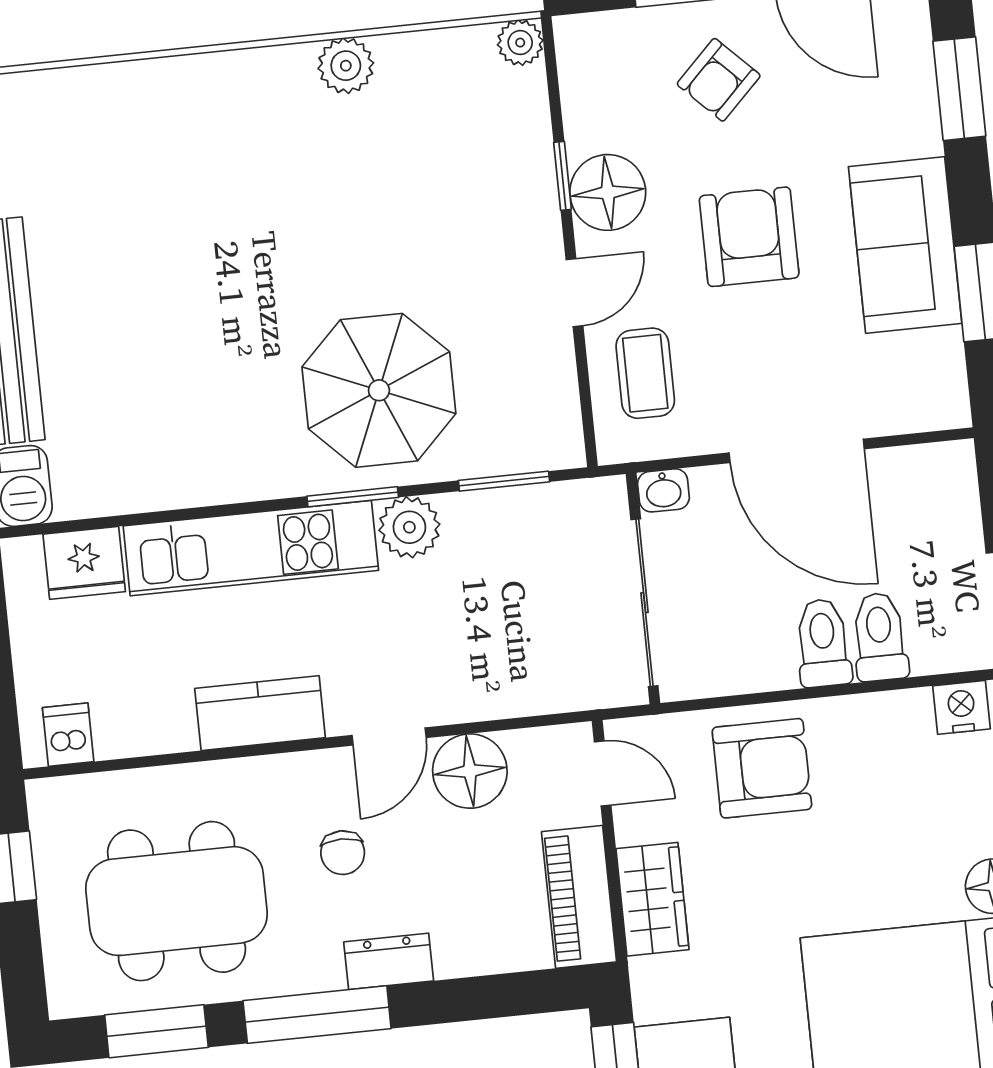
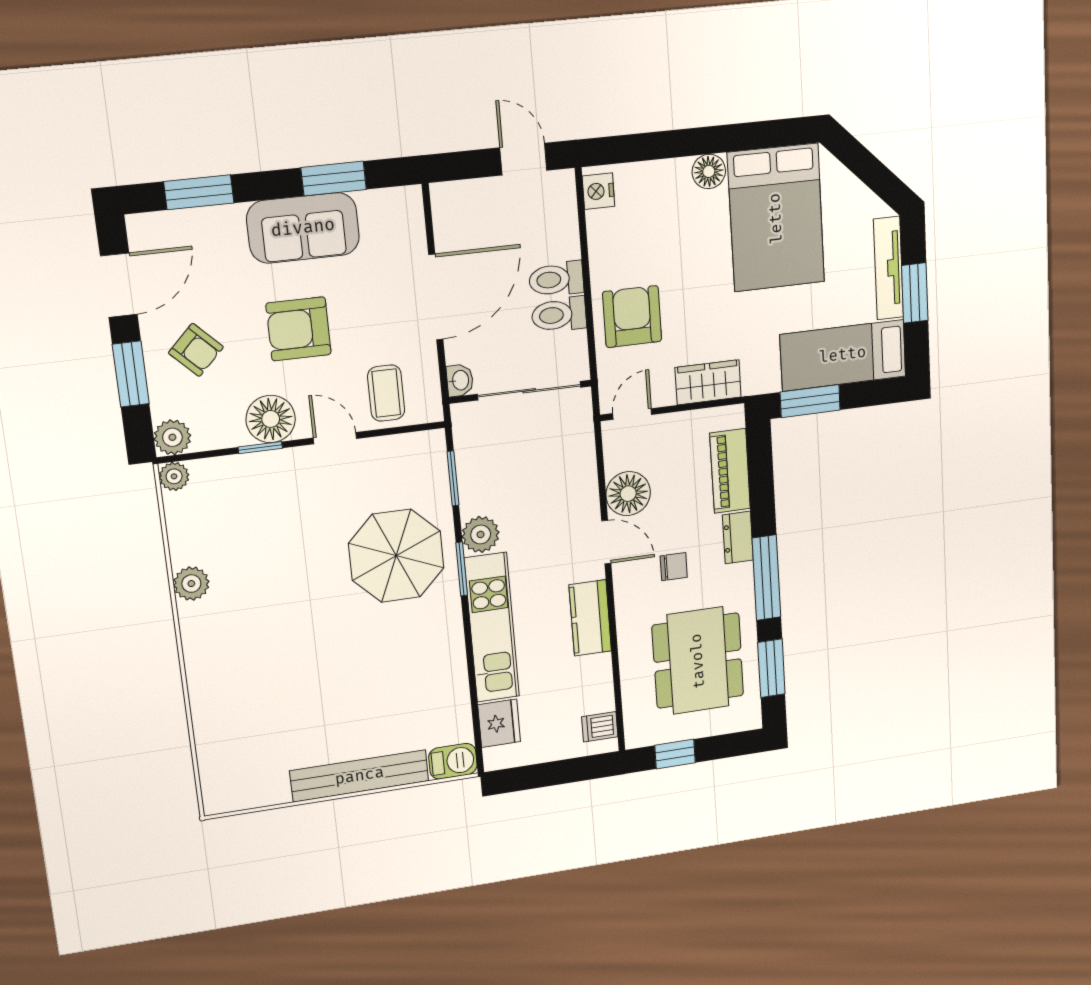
plant: (582, 41) -> (172, 437), added
coffee table: (645, 373) -> (386, 393), turned 90
toilet: (880, 637) -> (559, 315), moved
piano: (579, 897) -> (730, 471), moved, turned 90

